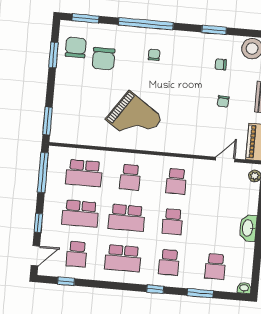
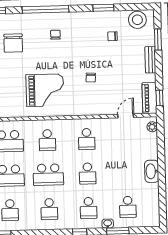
chair: (223, 101) -> (91, 78), moved
grand piano: (134, 119) -> (45, 90), turned -34
school desk: (123, 258) -> (49, 209), width x0.54
washbasin: (244, 288) -> (108, 224), moved

